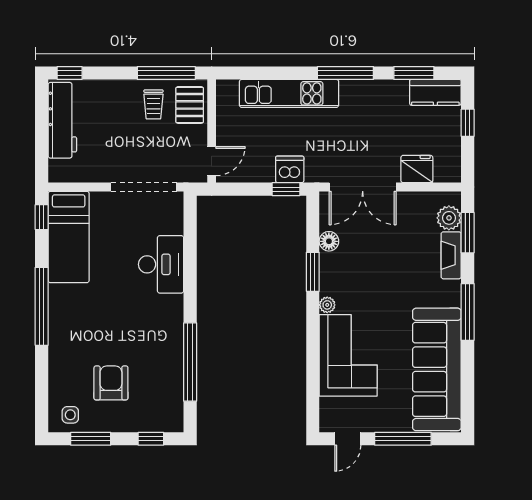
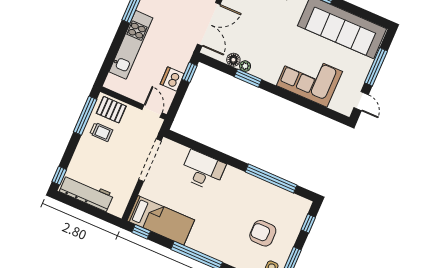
dishwasher: (290, 169) -> (172, 79), moved
plant: (327, 305) -> (245, 66), moved

